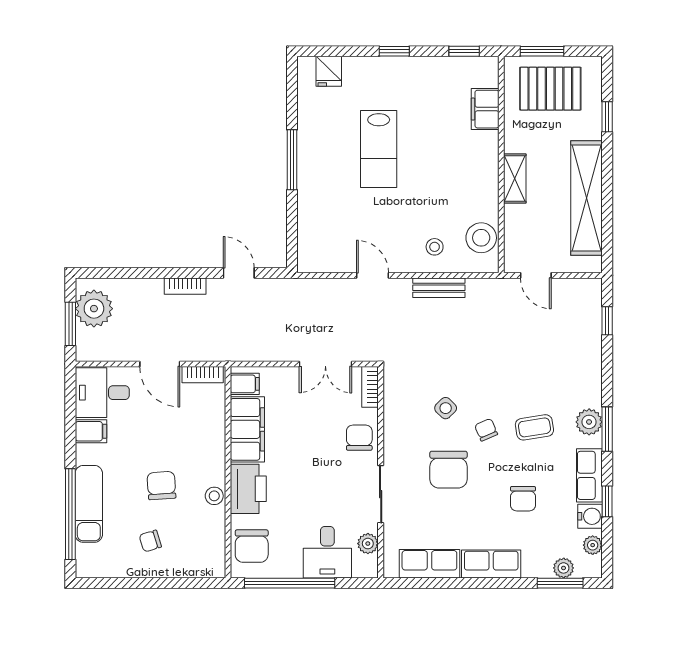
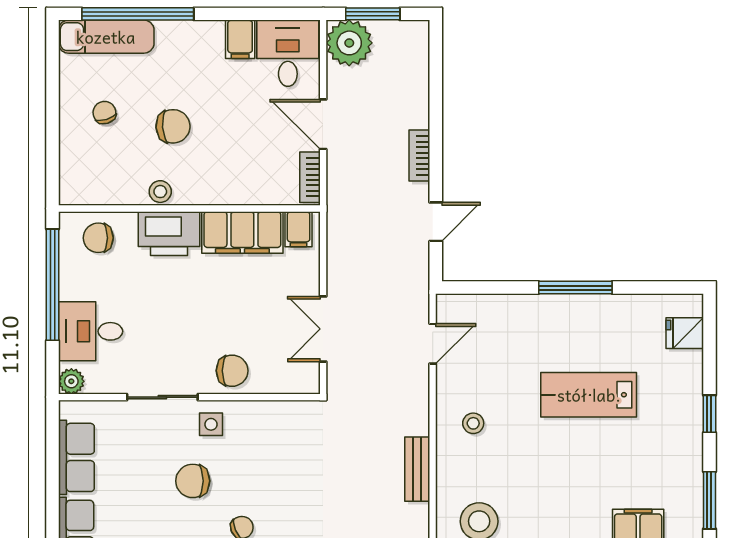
window: (464, 51) -> (709, 500), width x1.50
stool: (435, 247) -> (473, 423), moved
door: (373, 275) -> (433, 344), moved
plant: (94, 309) -> (349, 43), moved
door: (160, 364) -> (323, 124), hinge flipped
bookcase: (370, 387) -> (295, 384), removed
side table: (446, 408) -> (211, 424), moved, turned 45
chair: (448, 470) -> (193, 481), width x0.73, depth x0.73
exam couch: (89, 504) -> (106, 37), moved
plant: (368, 544) -> (71, 381), moved
chair: (252, 546) -> (98, 238), width x0.73, depth x0.73

